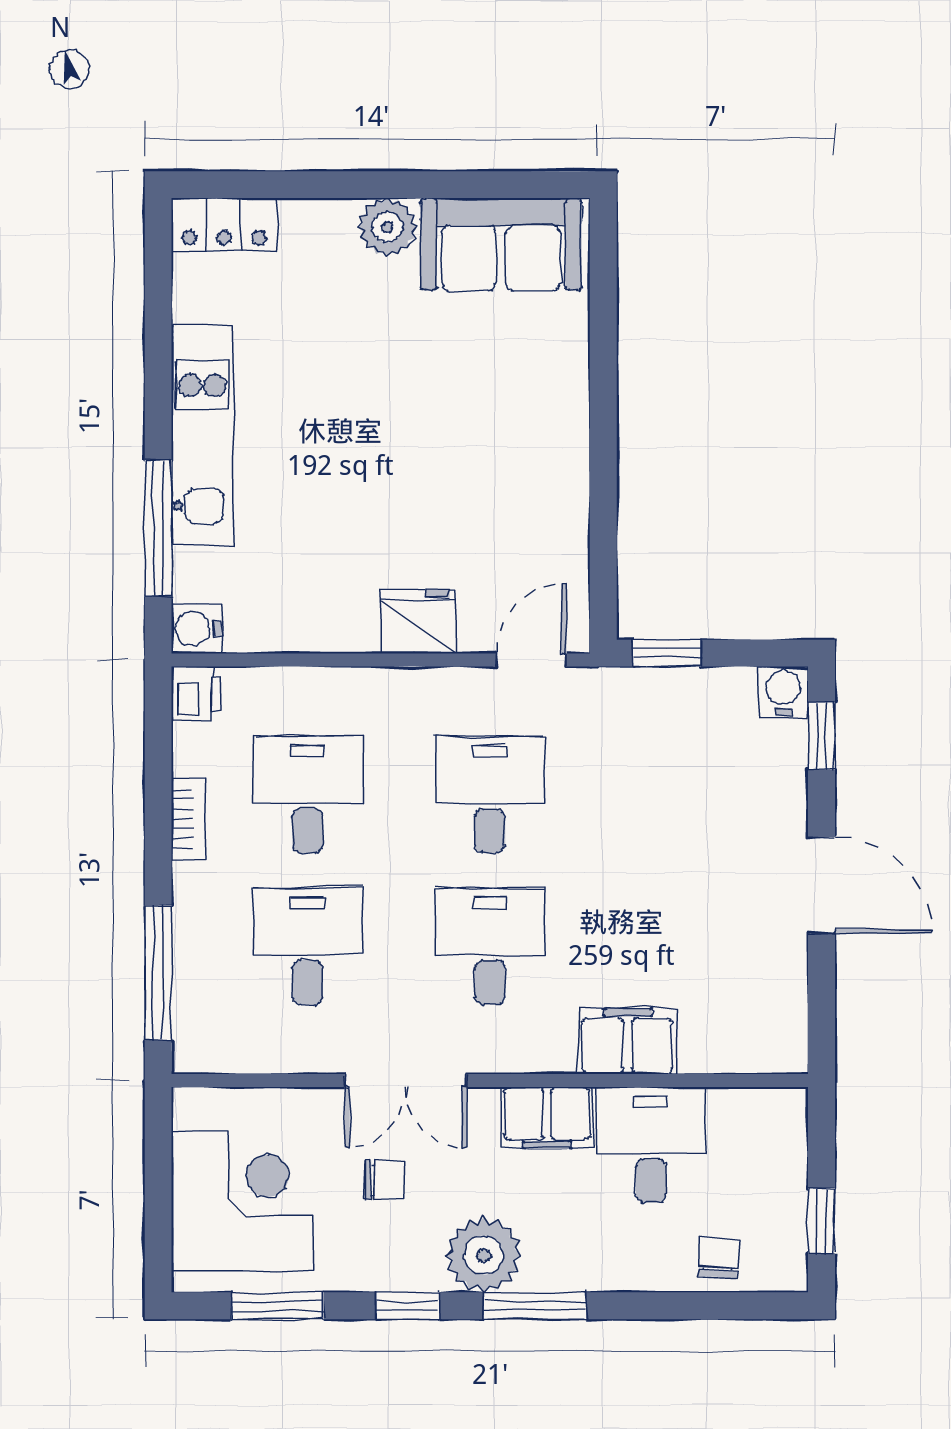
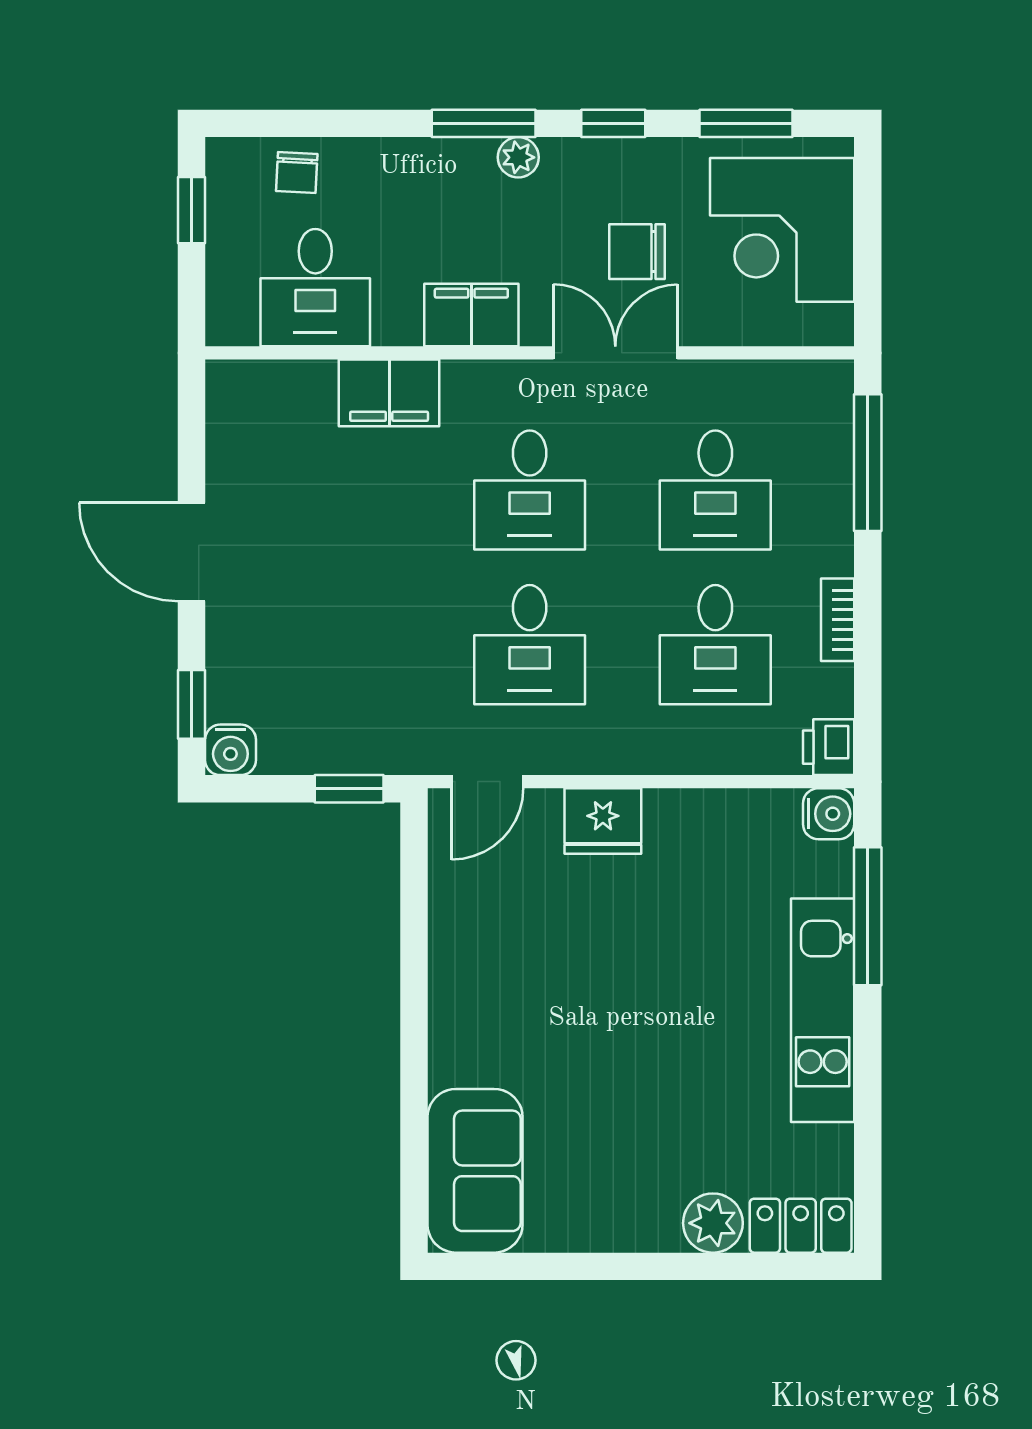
plant: (387, 227) -> (713, 1223), moved
sofa: (501, 244) -> (475, 1171), moved, turned 90
desk: (651, 1145) -> (315, 288), moved
chair: (385, 1180) -> (637, 252), width x1.37, depth x1.37
plant: (484, 1255) -> (518, 157), width x0.53, depth x0.53

